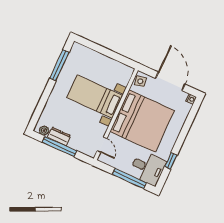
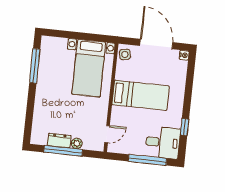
bed with nightstands: (95, 97) -> (89, 68), moved, turned -90
bed: (142, 121) -> (141, 95), width x0.49
plant: (44, 131) -> (77, 143), moved
door: (102, 145) -> (107, 134), hinge flipped

